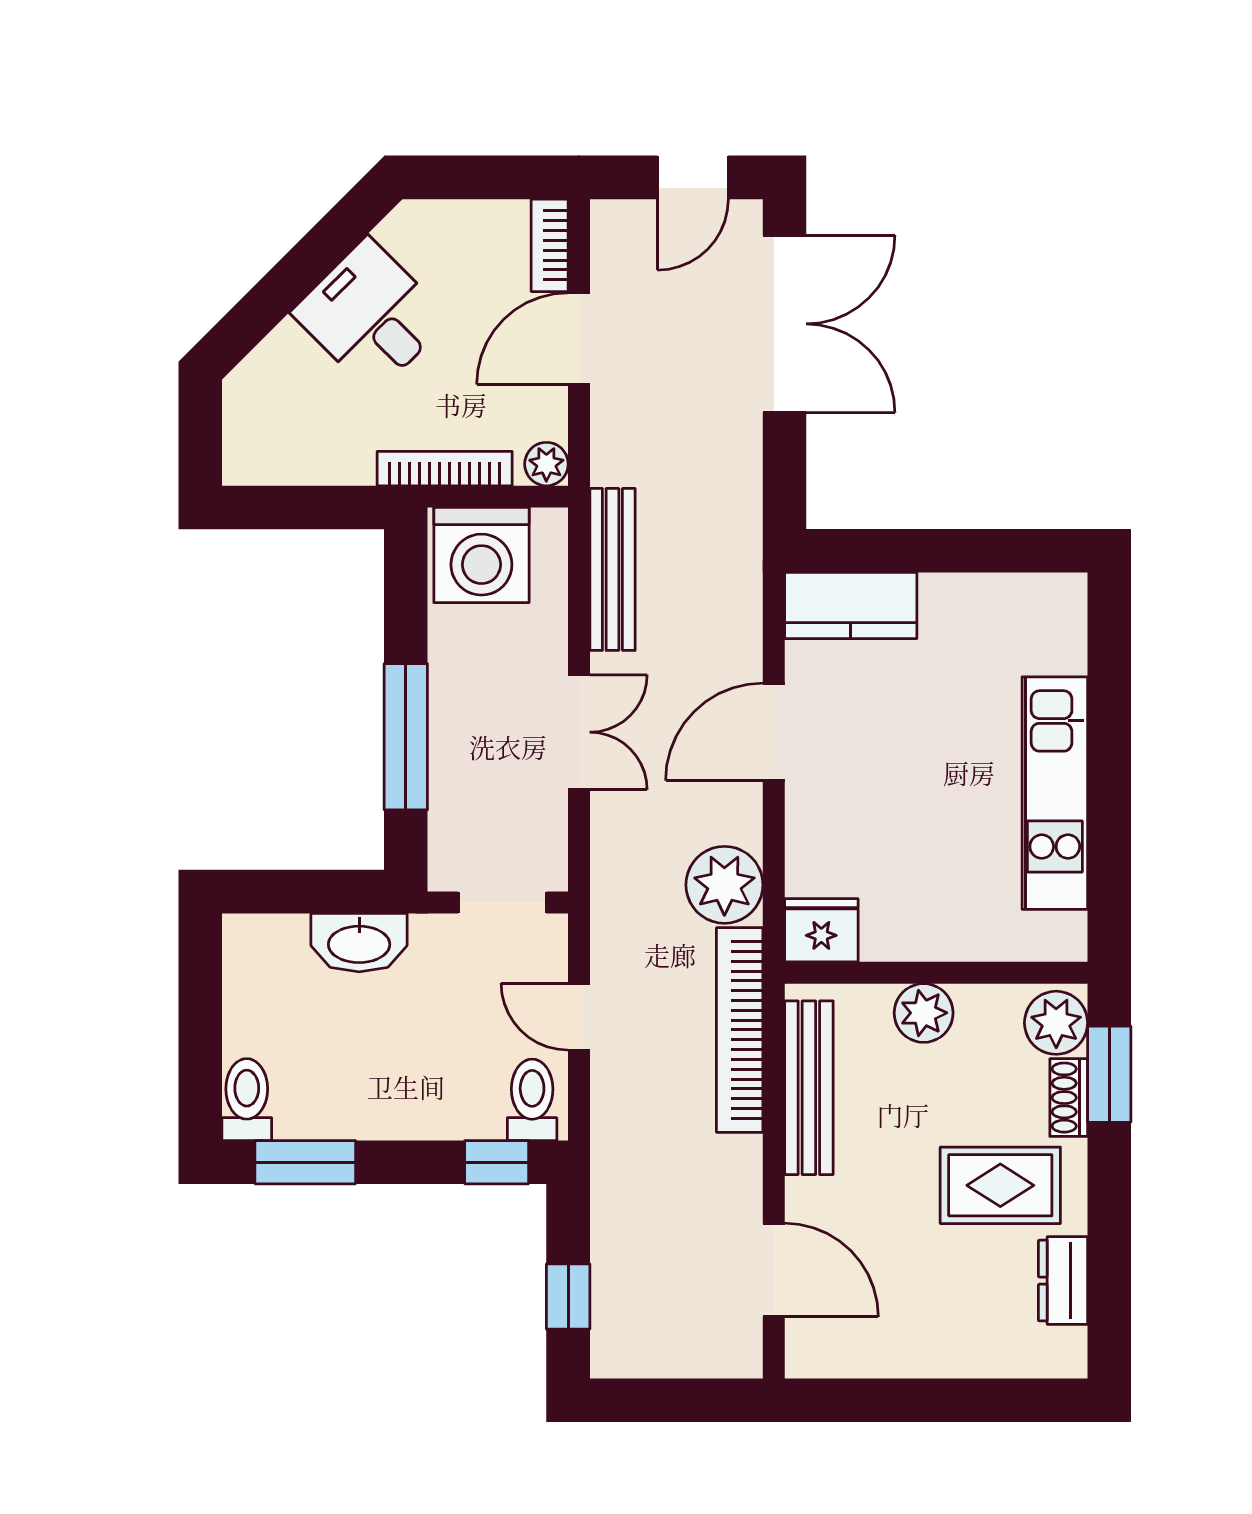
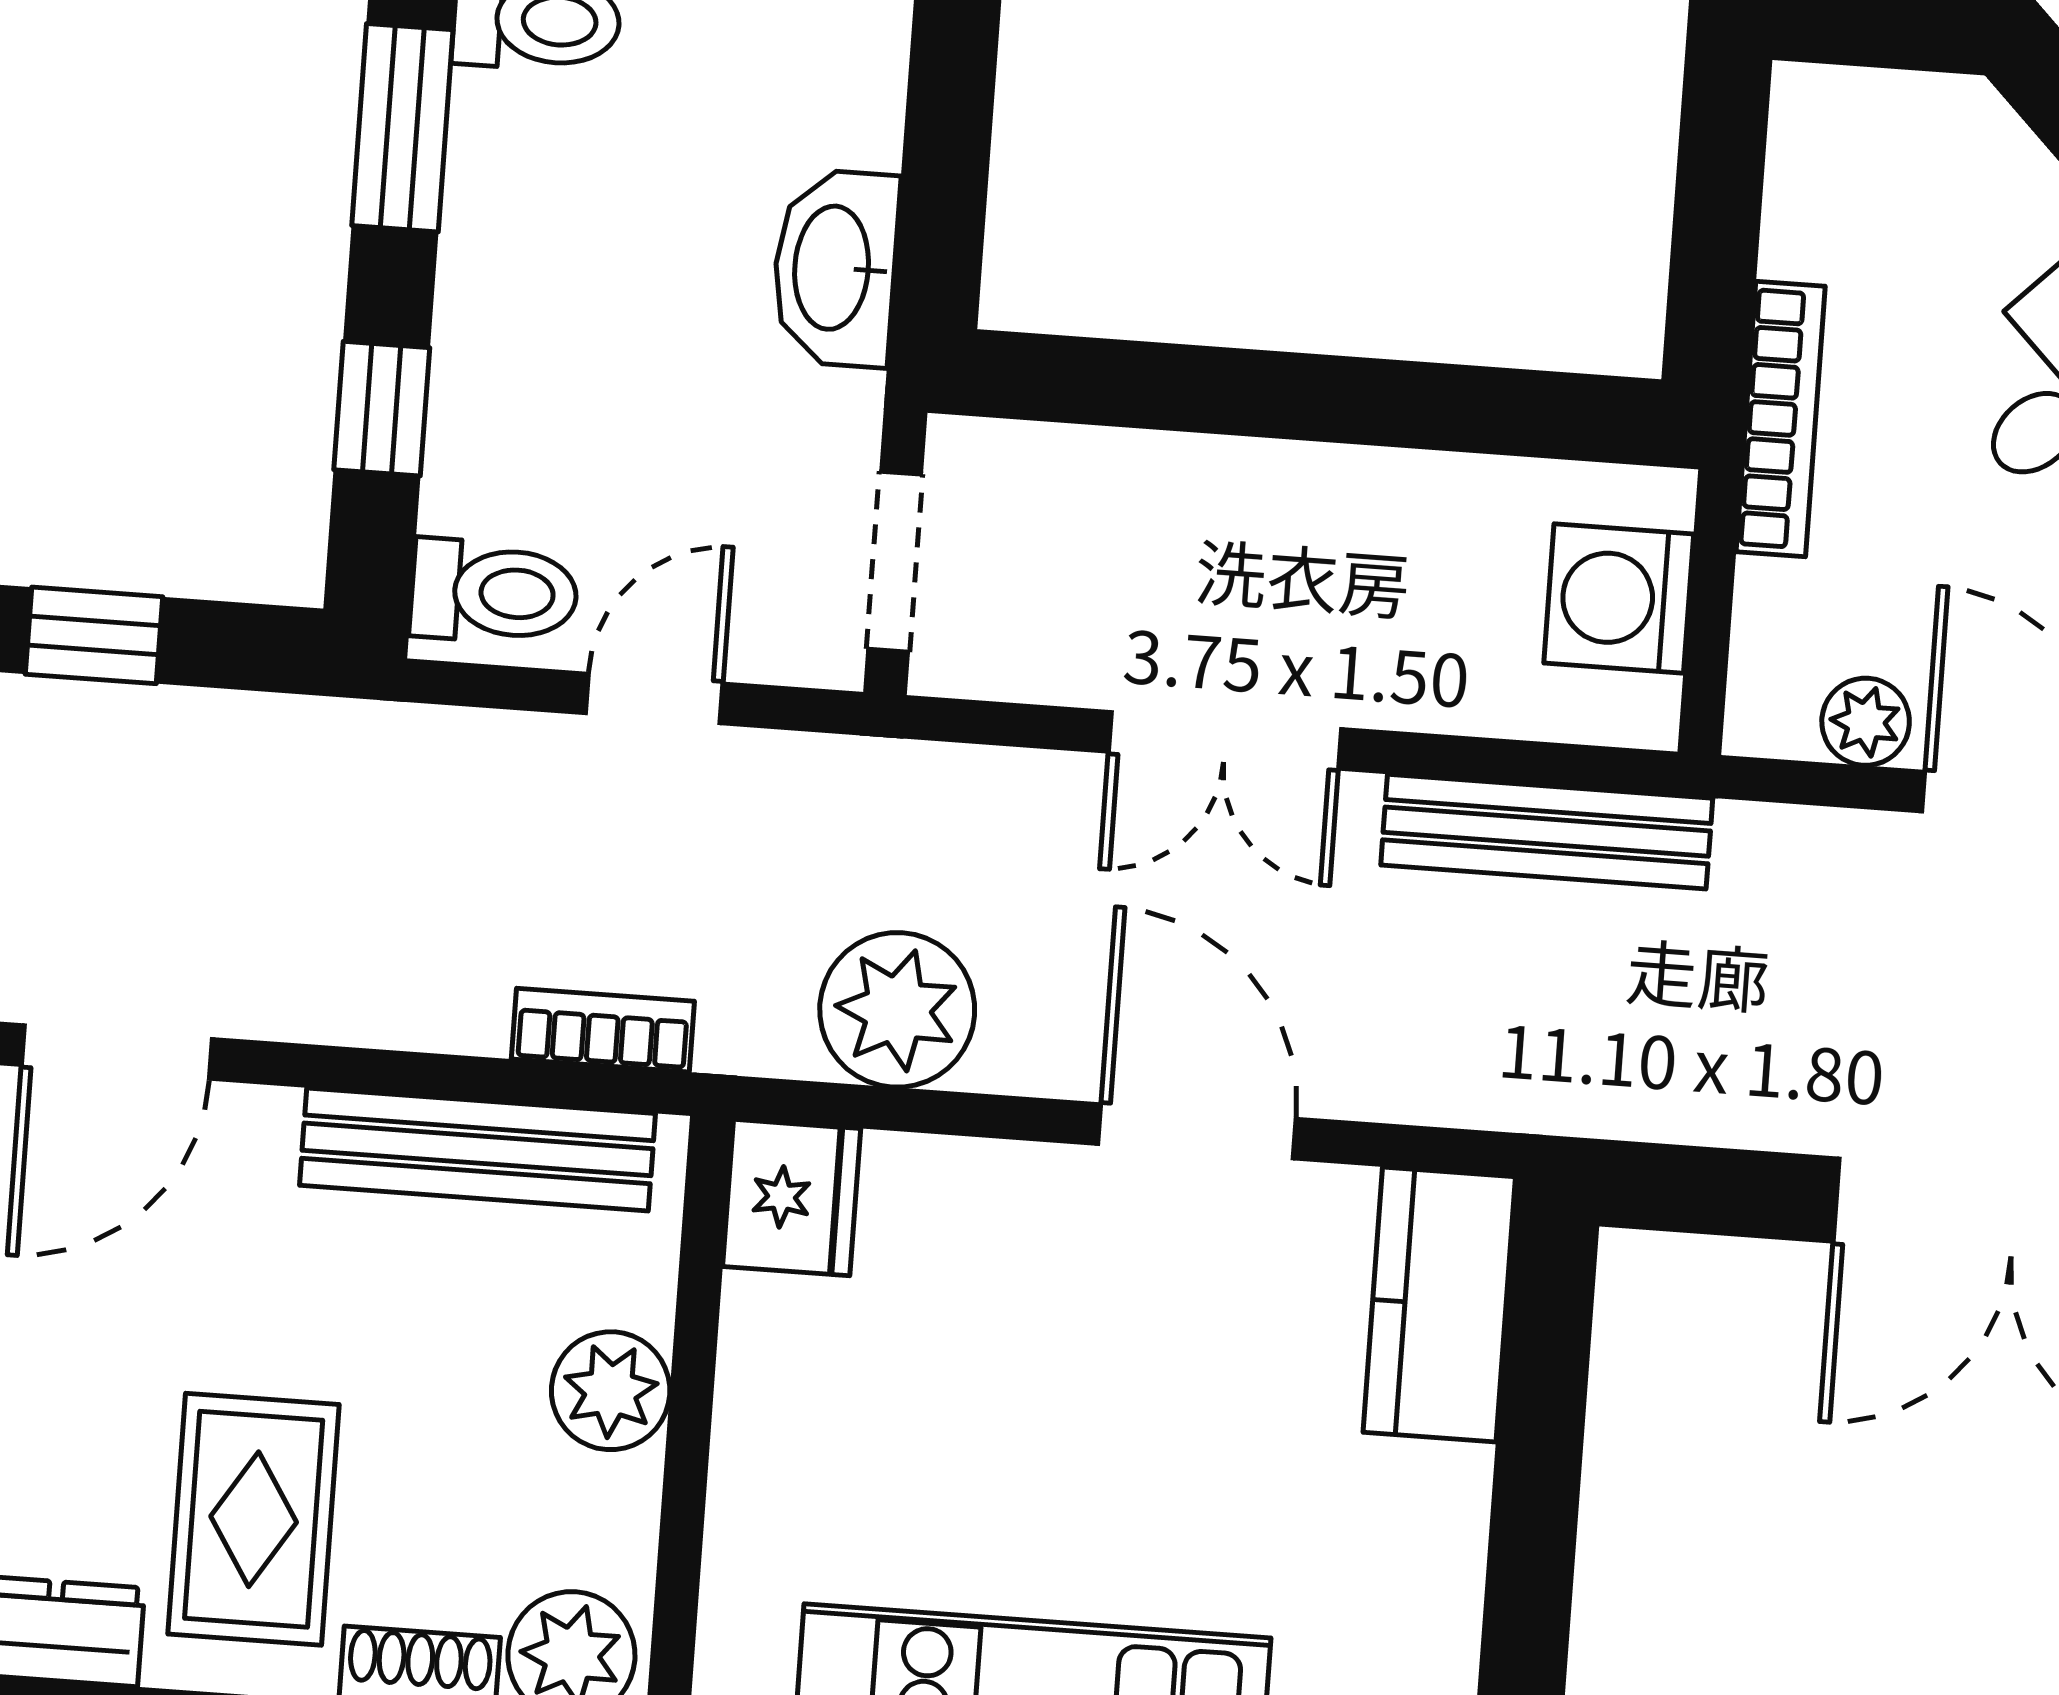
plant: (546, 464) -> (1866, 722), moved
bookcase: (445, 469) -> (1781, 419), moved
washing machine: (481, 555) -> (1619, 599), width x0.73, depth x0.73
window: (406, 737) -> (1241, 392), removed
bookcase: (740, 1030) -> (603, 1030), width x0.43, depth x0.76
window: (497, 1162) -> (382, 409), moved

